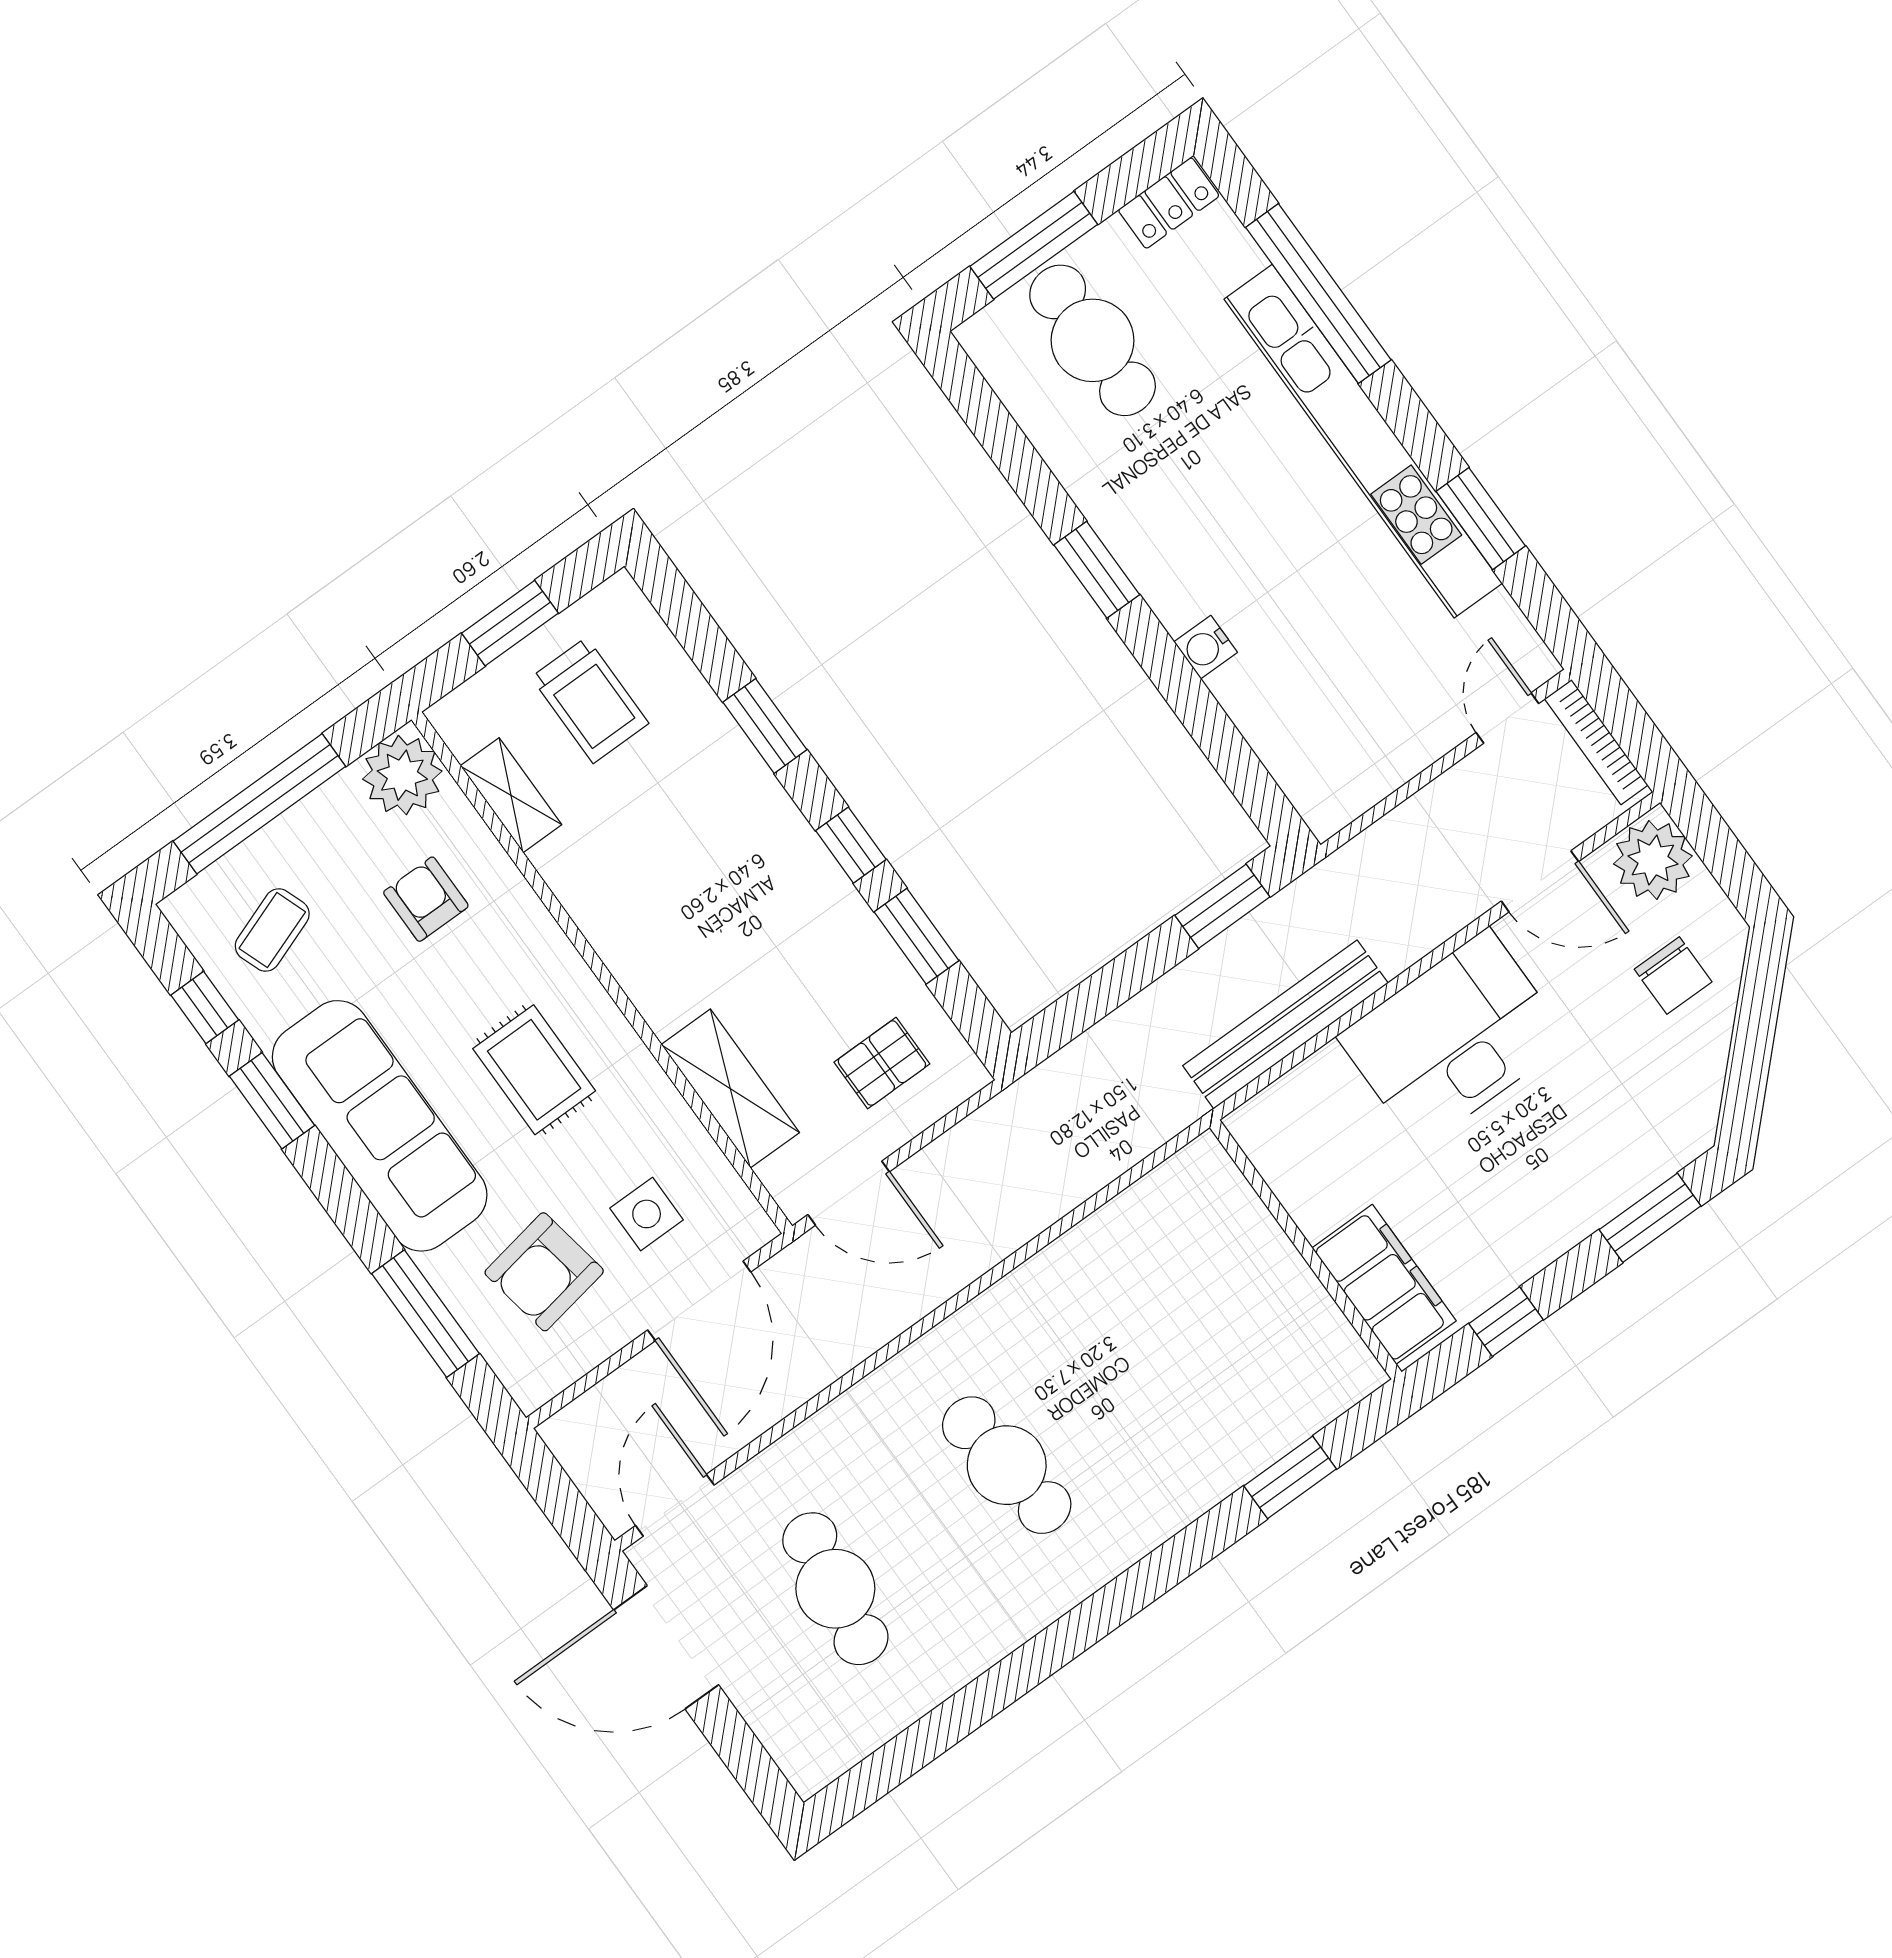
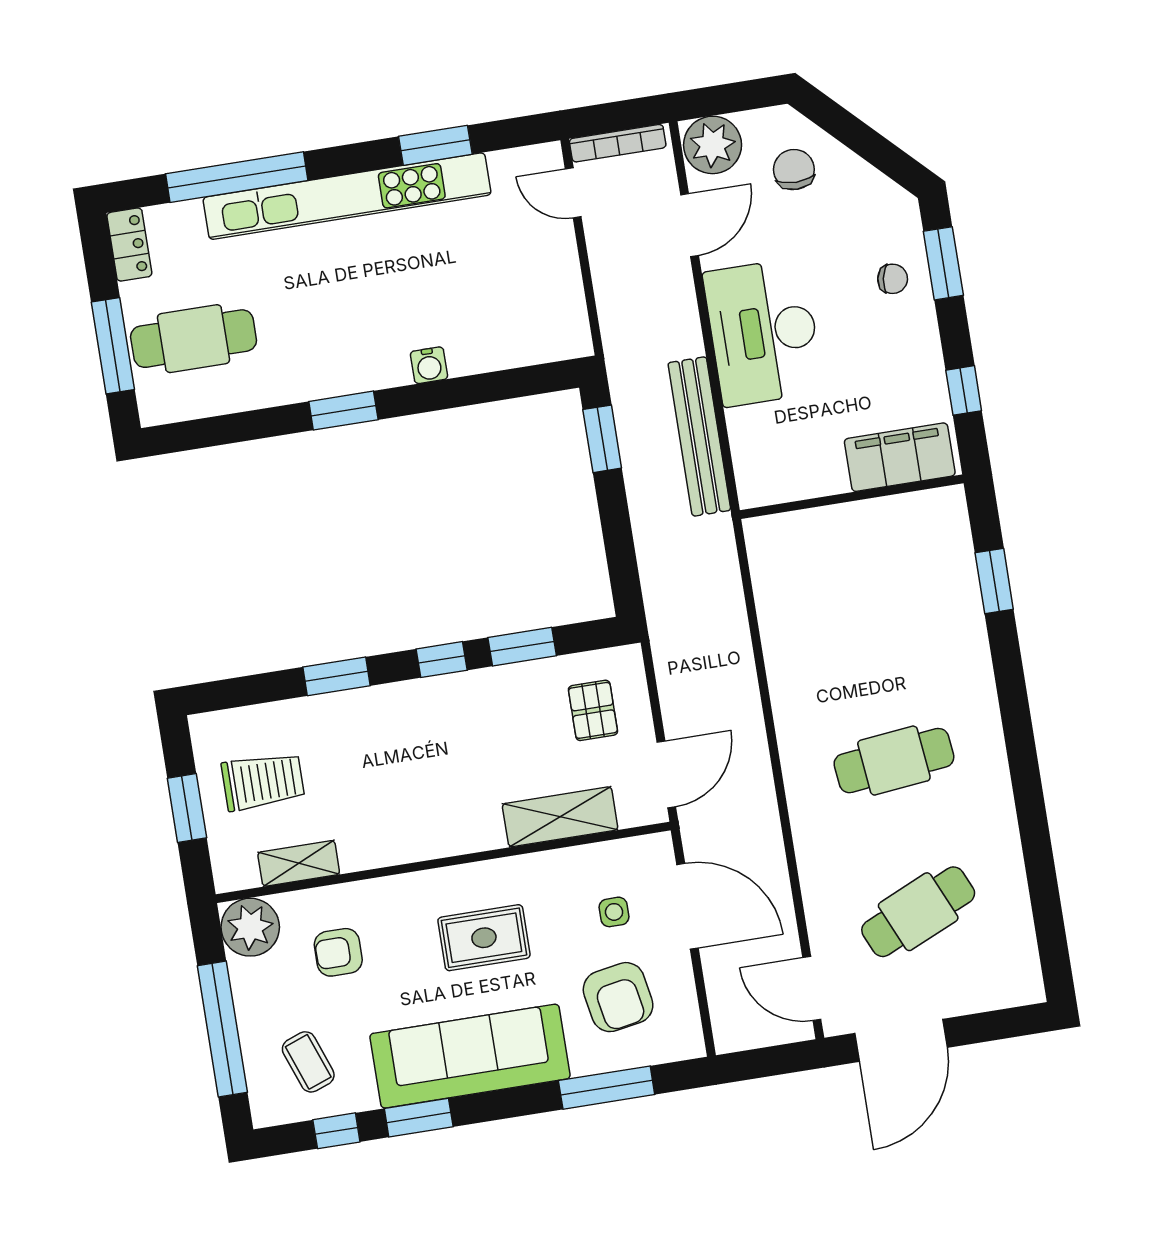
chair: (1673, 976) -> (794, 170), turned -90
chair: (1600, 1165) -> (893, 279), added
side table: (647, 1214) -> (614, 912), width x0.73, depth x0.73
cafe table: (835, 1589) -> (918, 912), turned -33

